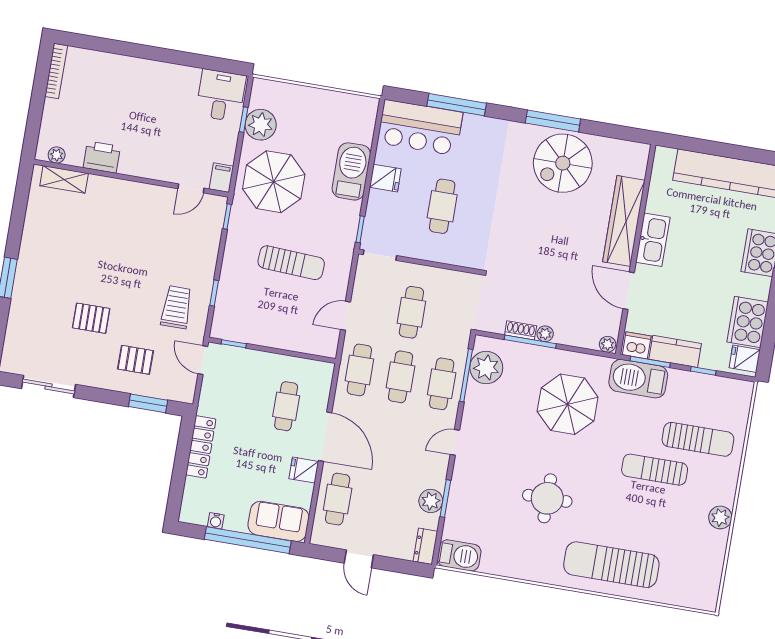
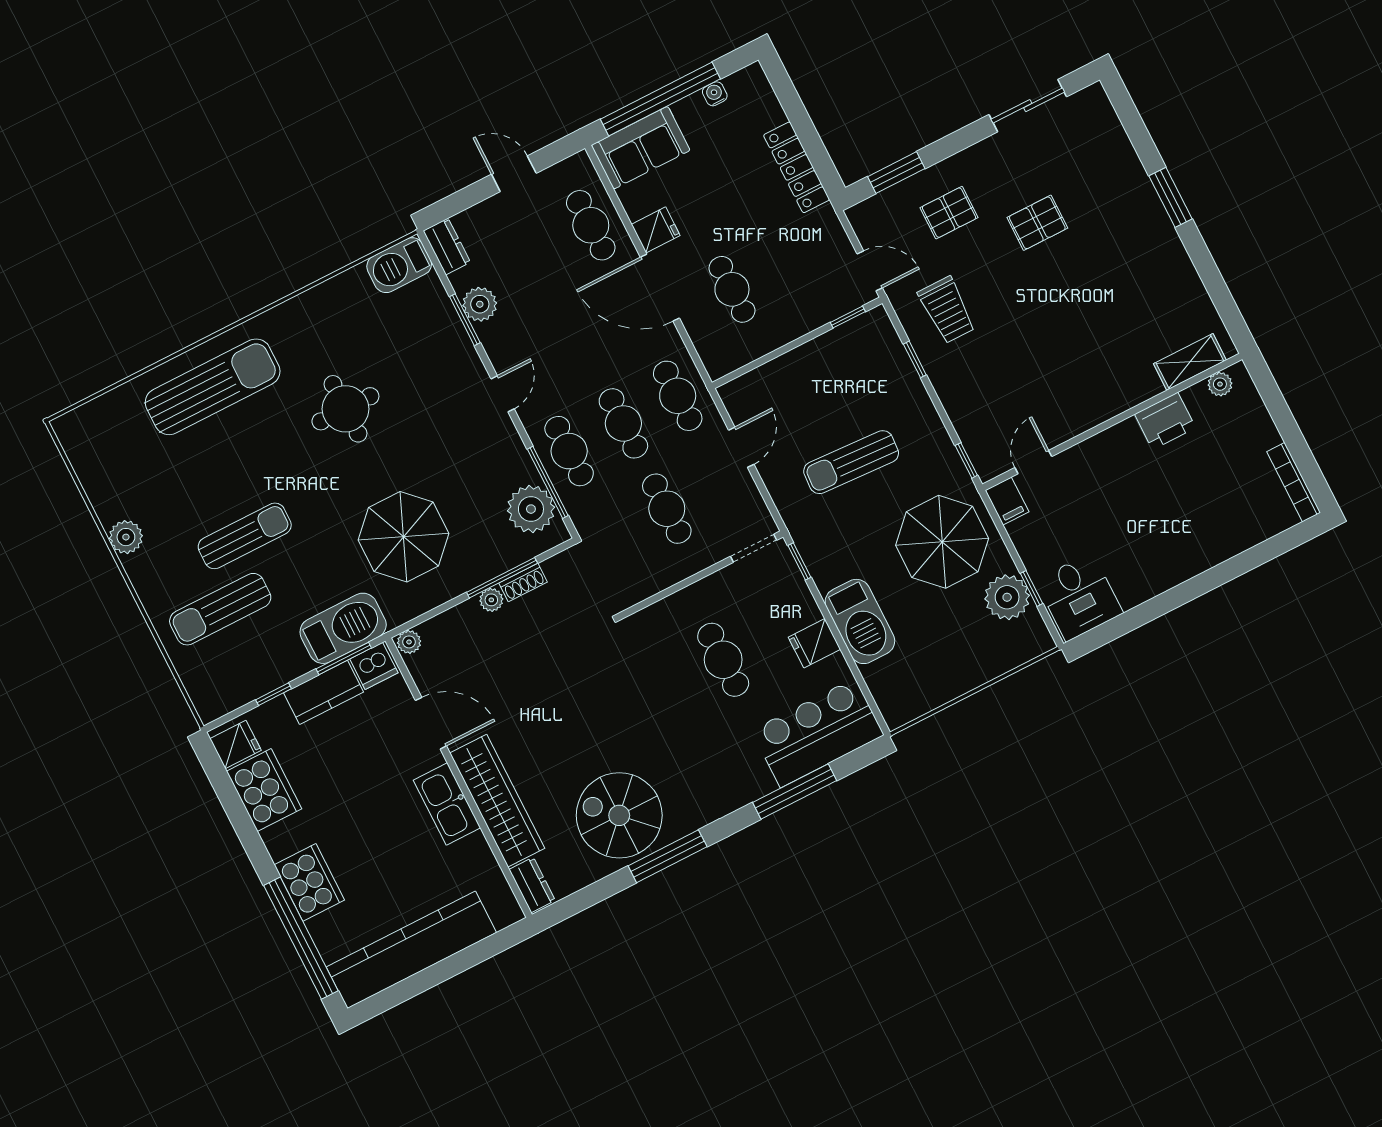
dresser: (639, 160) -> (532, 885), added
spiral stairs: (563, 163) -> (619, 815), turned -90

